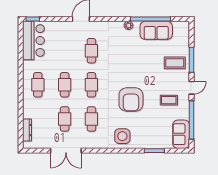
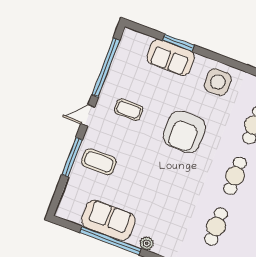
armchair: (131, 99) -> (184, 132), turned 180
sofa: (181, 134) -> (171, 57), moved, turned 90

